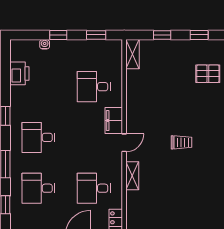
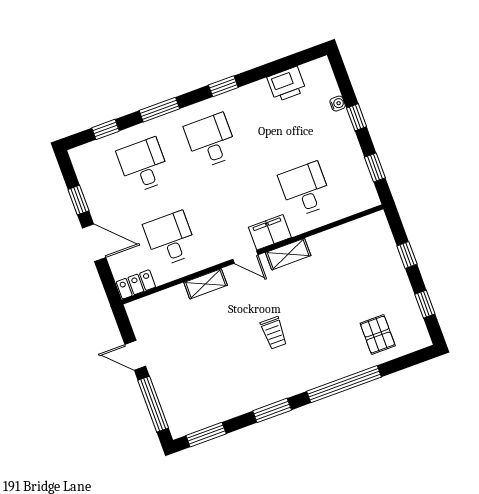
shelving: (133, 54) -> (288, 254), moved

